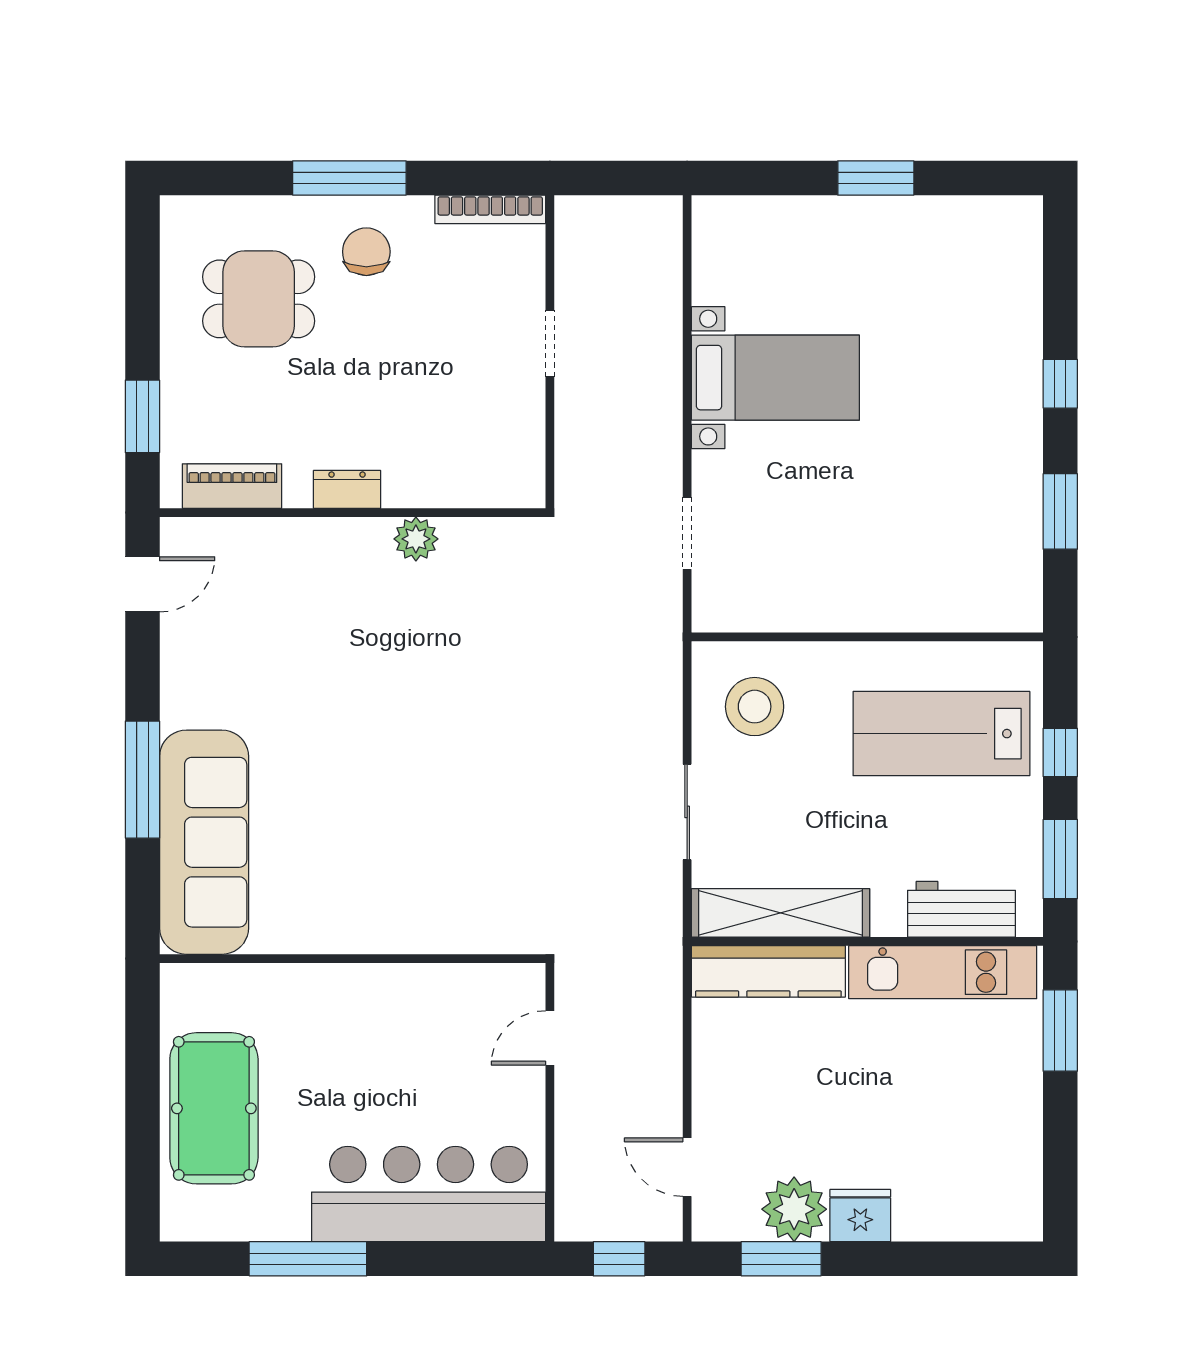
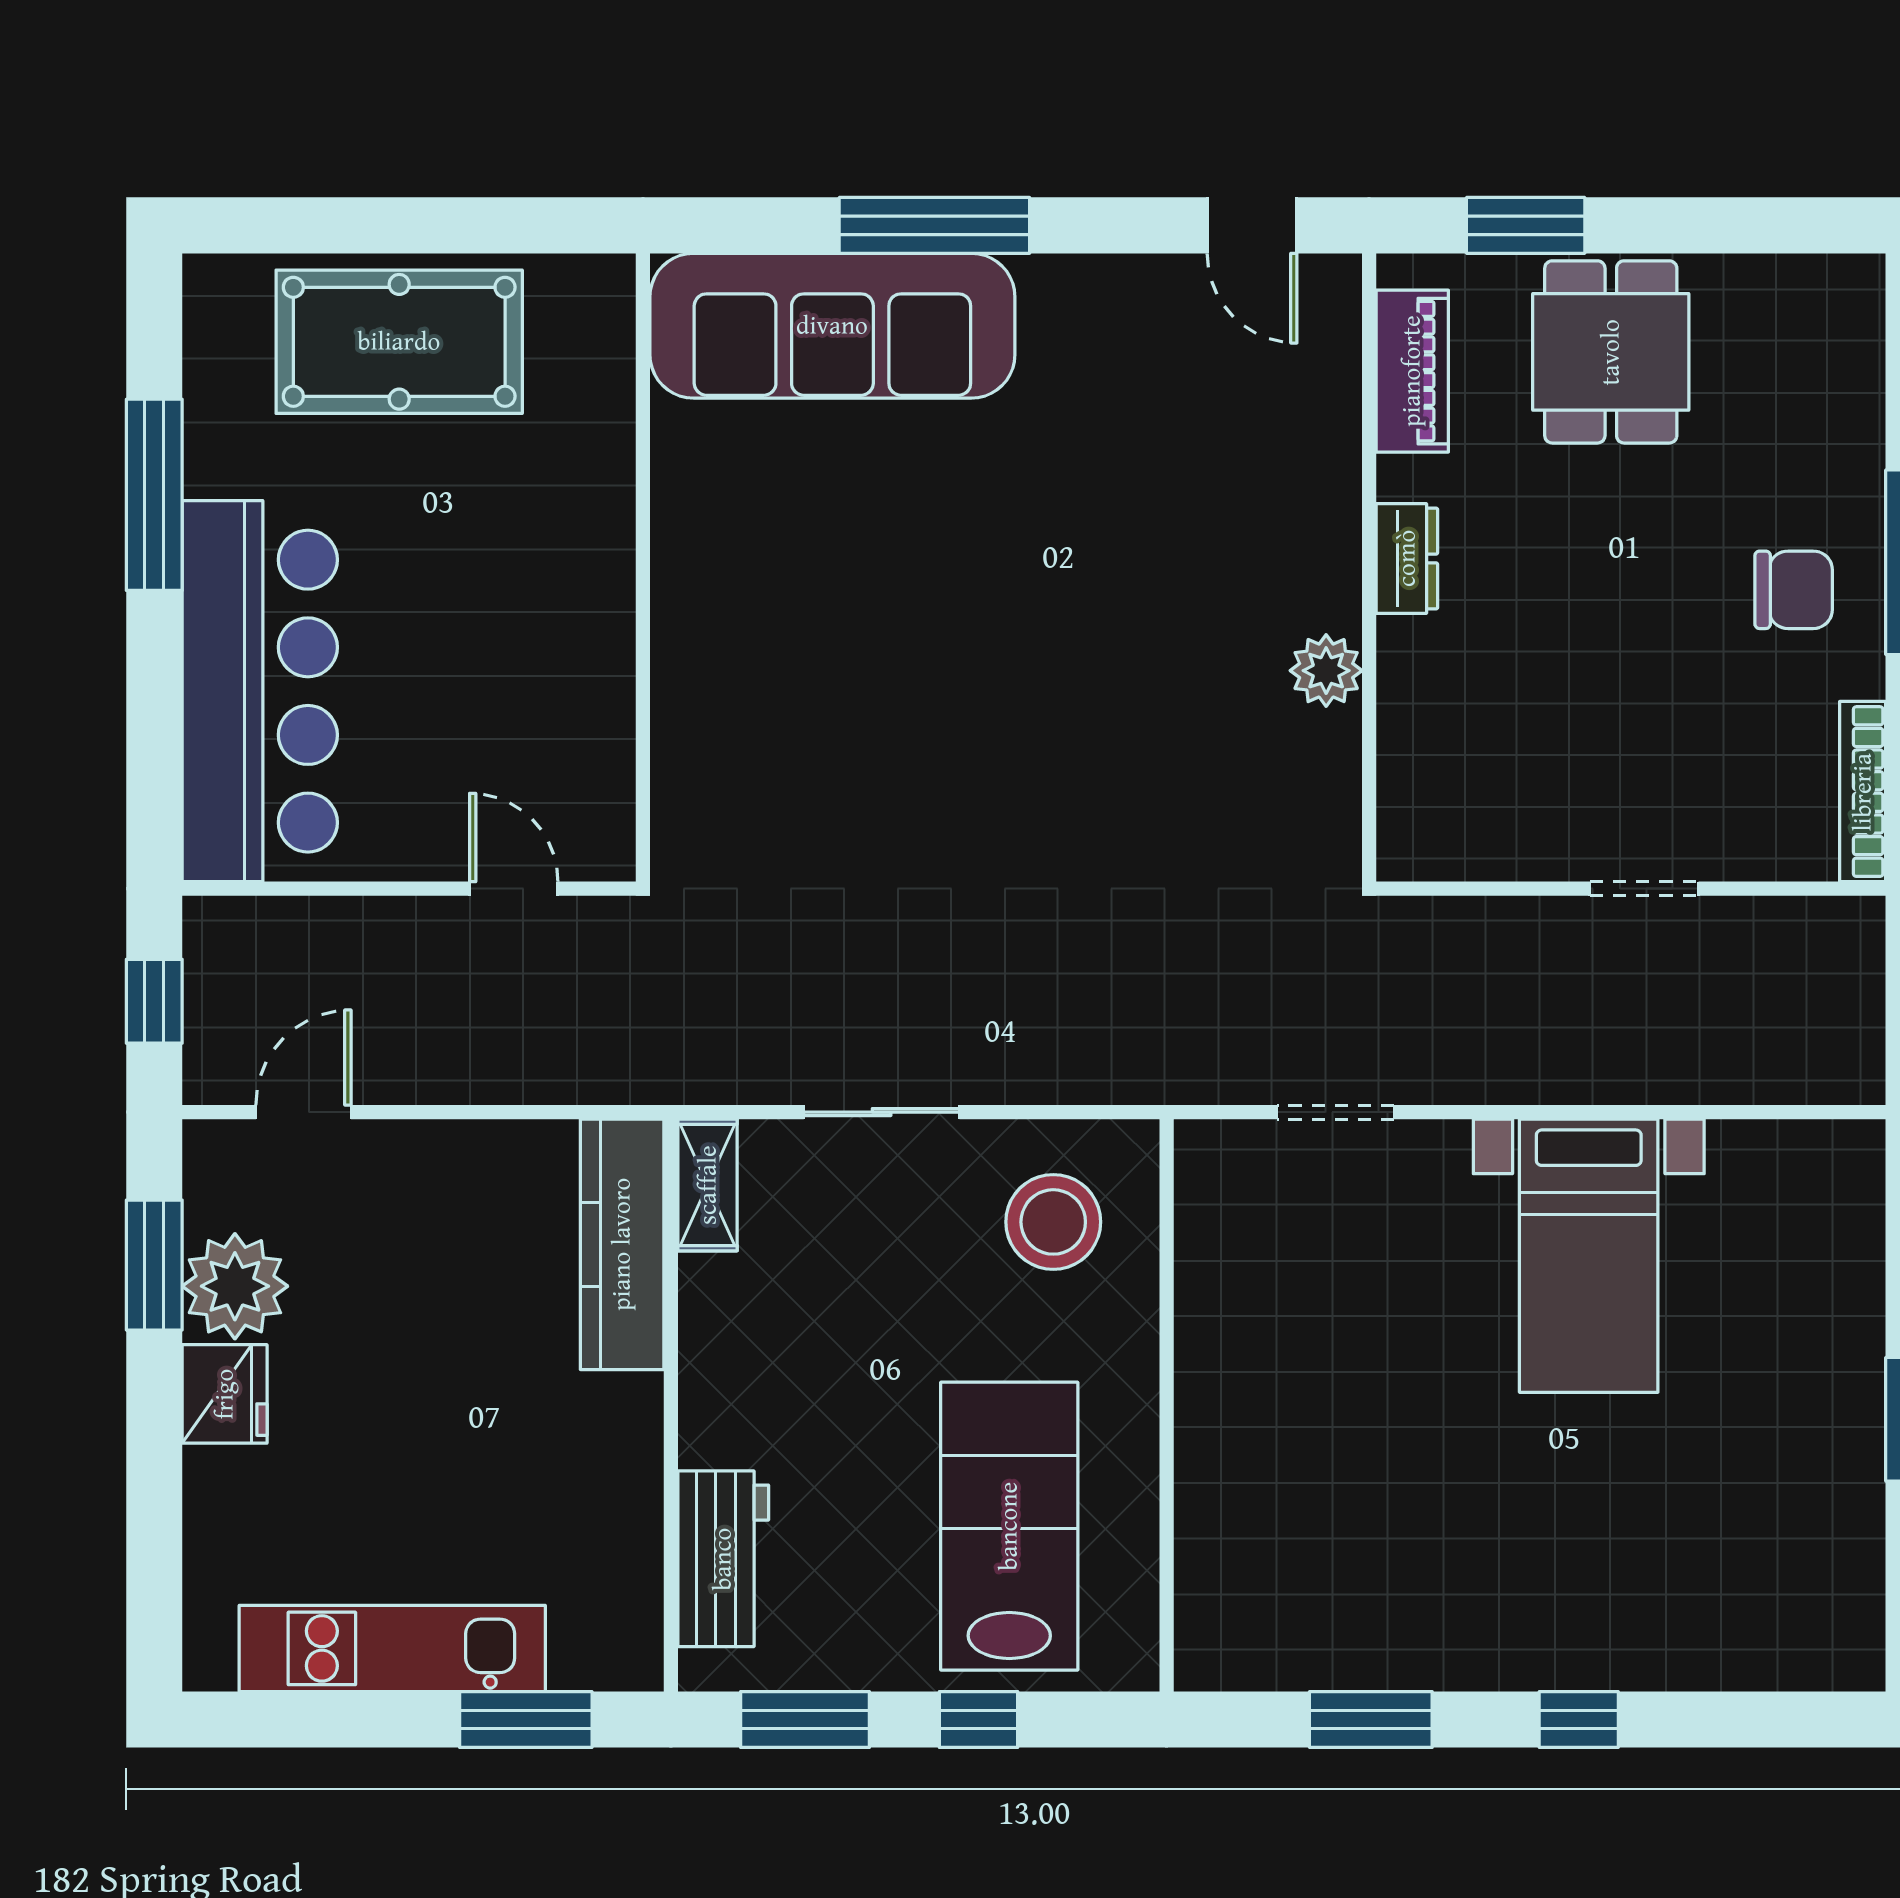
dining table: (259, 299) -> (1611, 352), moved
shelving: (780, 913) -> (708, 1185), width x0.45, depth x0.75
kitchen unit: (943, 972) -> (392, 1648), moved, turned 90

